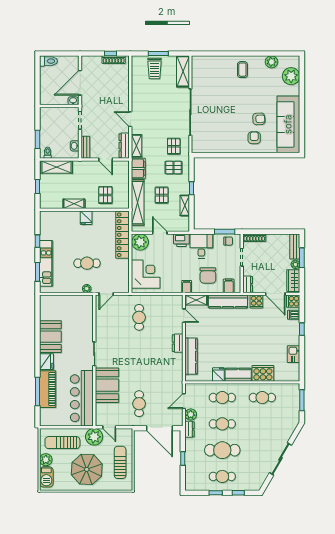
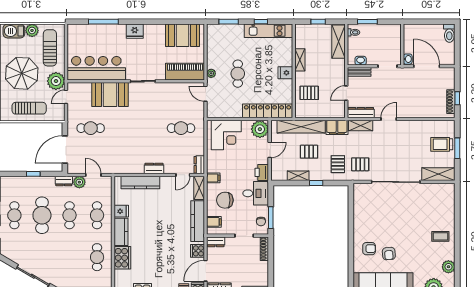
kitchen unit: (46, 263) -> (269, 31), moved
dresser: (174, 300) -> (199, 165), added
booth: (50, 337) -> (183, 35), moved
piano: (48, 389) -> (185, 72), moved, turned 180

